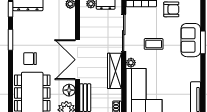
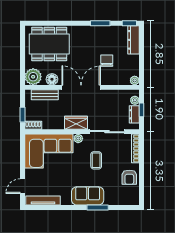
sofa: (191, 40) -> (88, 196), moved
chair: (30, 59) -> (107, 61), moved
wardrobe: (114, 71) -> (76, 123), width x0.67

